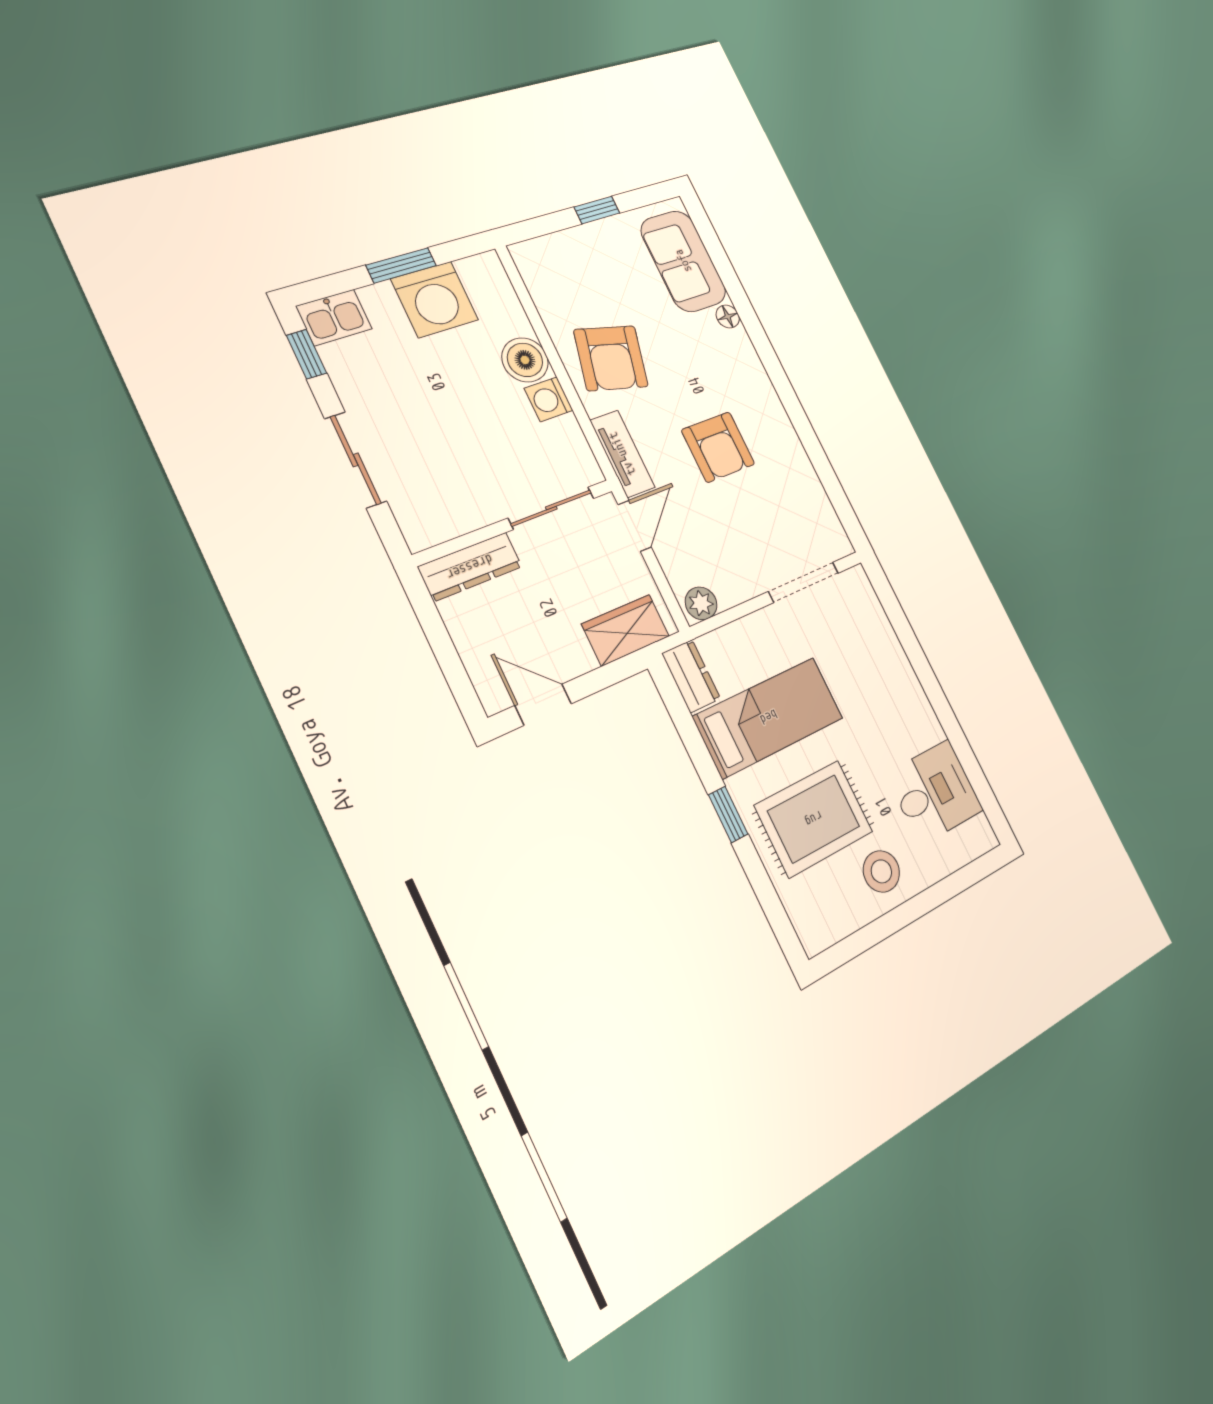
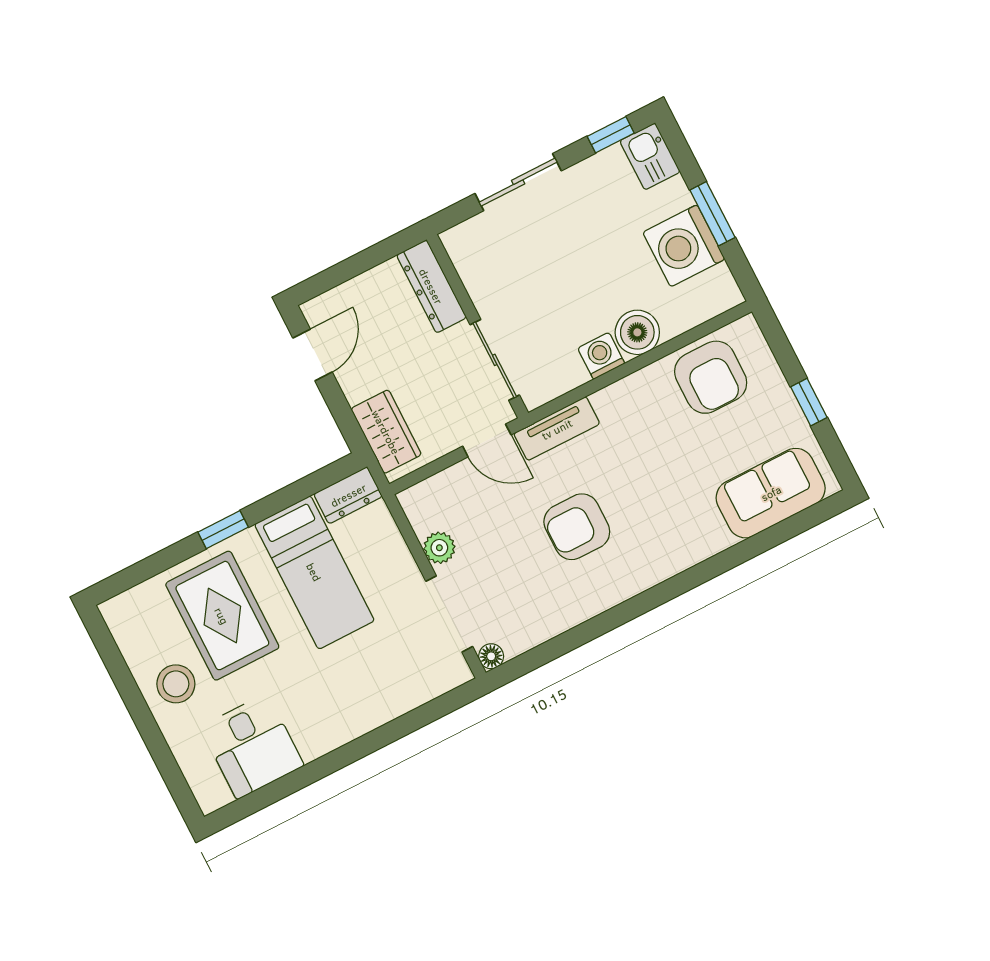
floor lamp: (728, 316) -> (491, 656), moved
armchair: (611, 358) -> (711, 377), moved, turned -104
plant: (701, 603) -> (439, 548), moved

